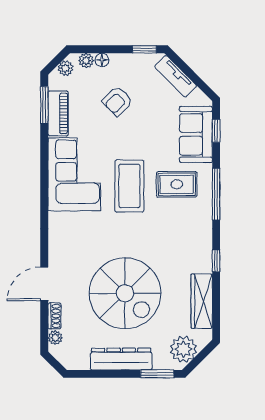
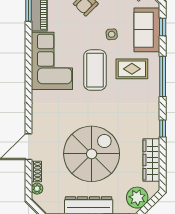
side table: (151, 140) -> (112, 34), added
spiral stairs: (125, 293) -> (92, 154), turned -90

